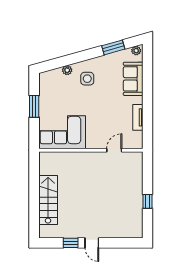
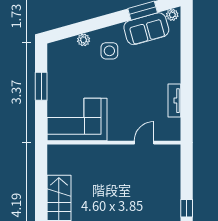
sofa: (133, 79) -> (146, 29), moved, turned -106

